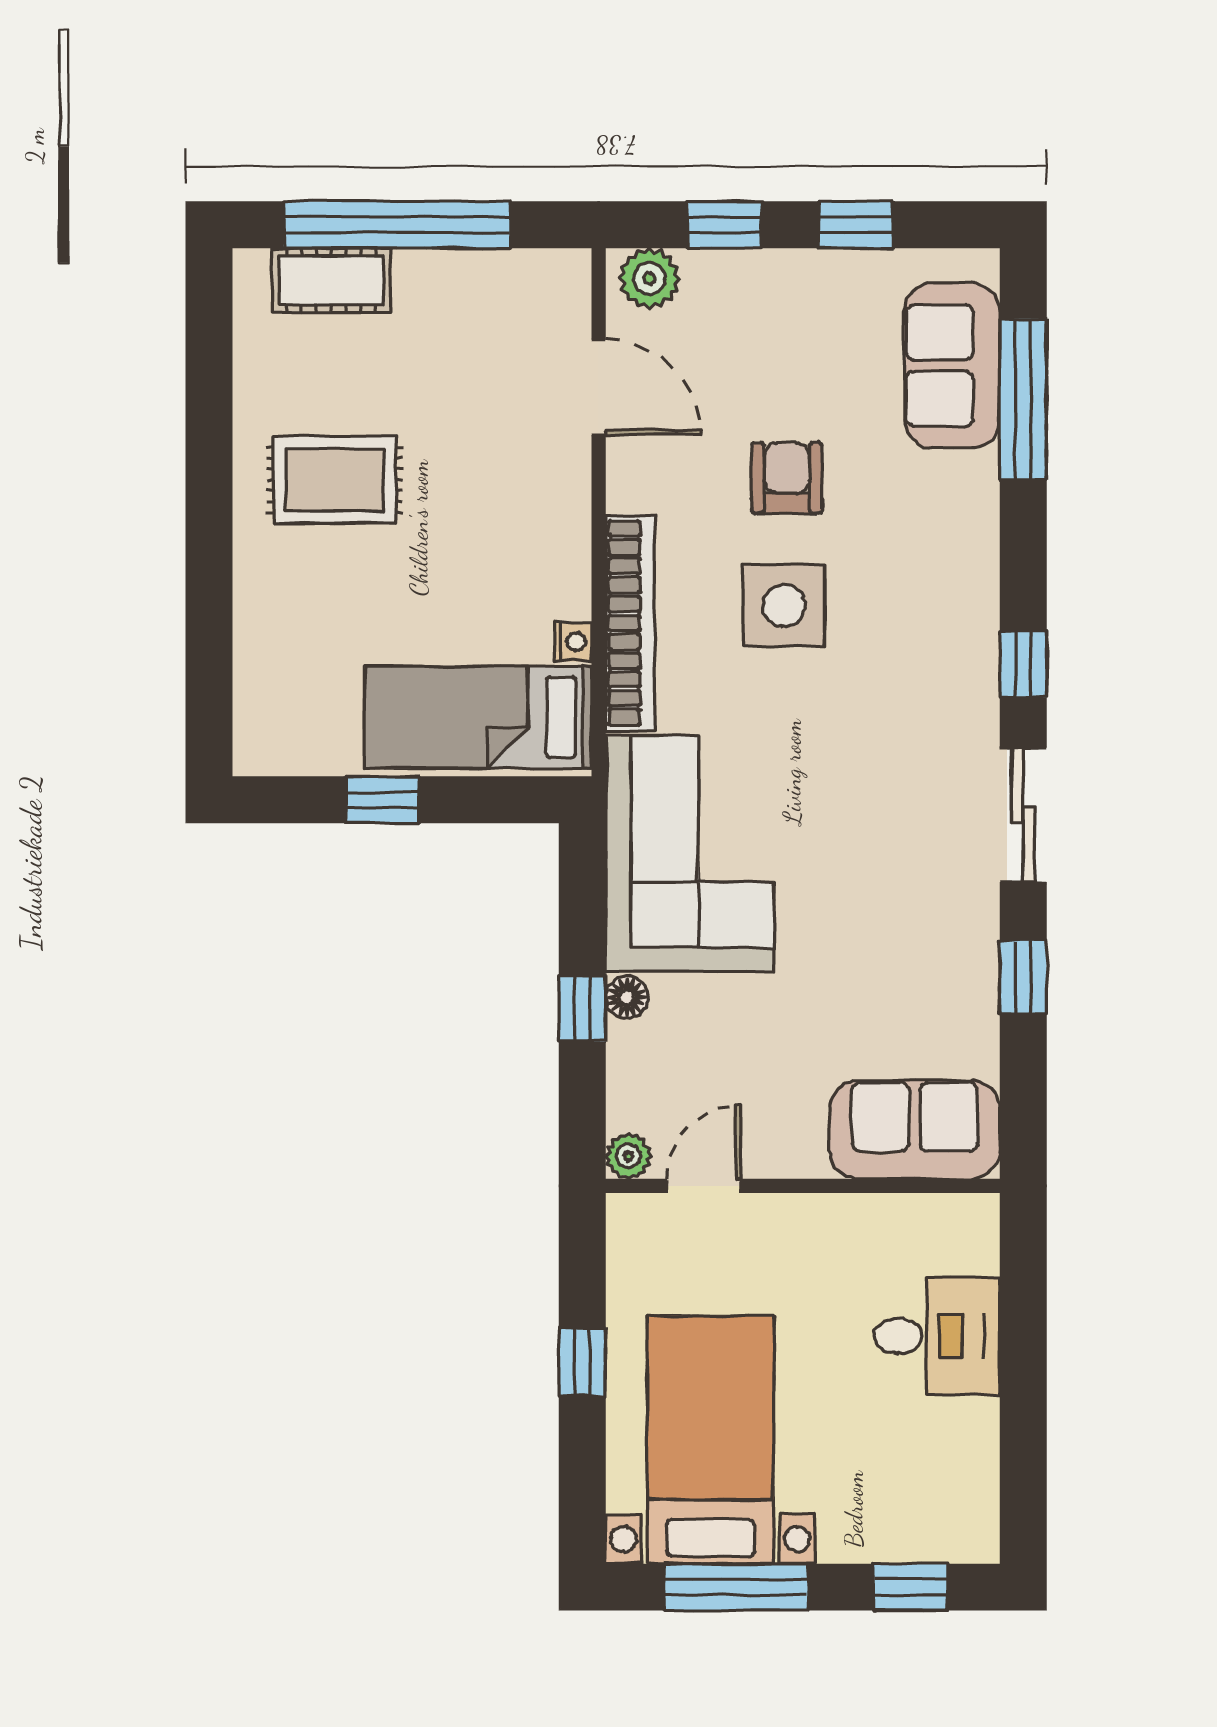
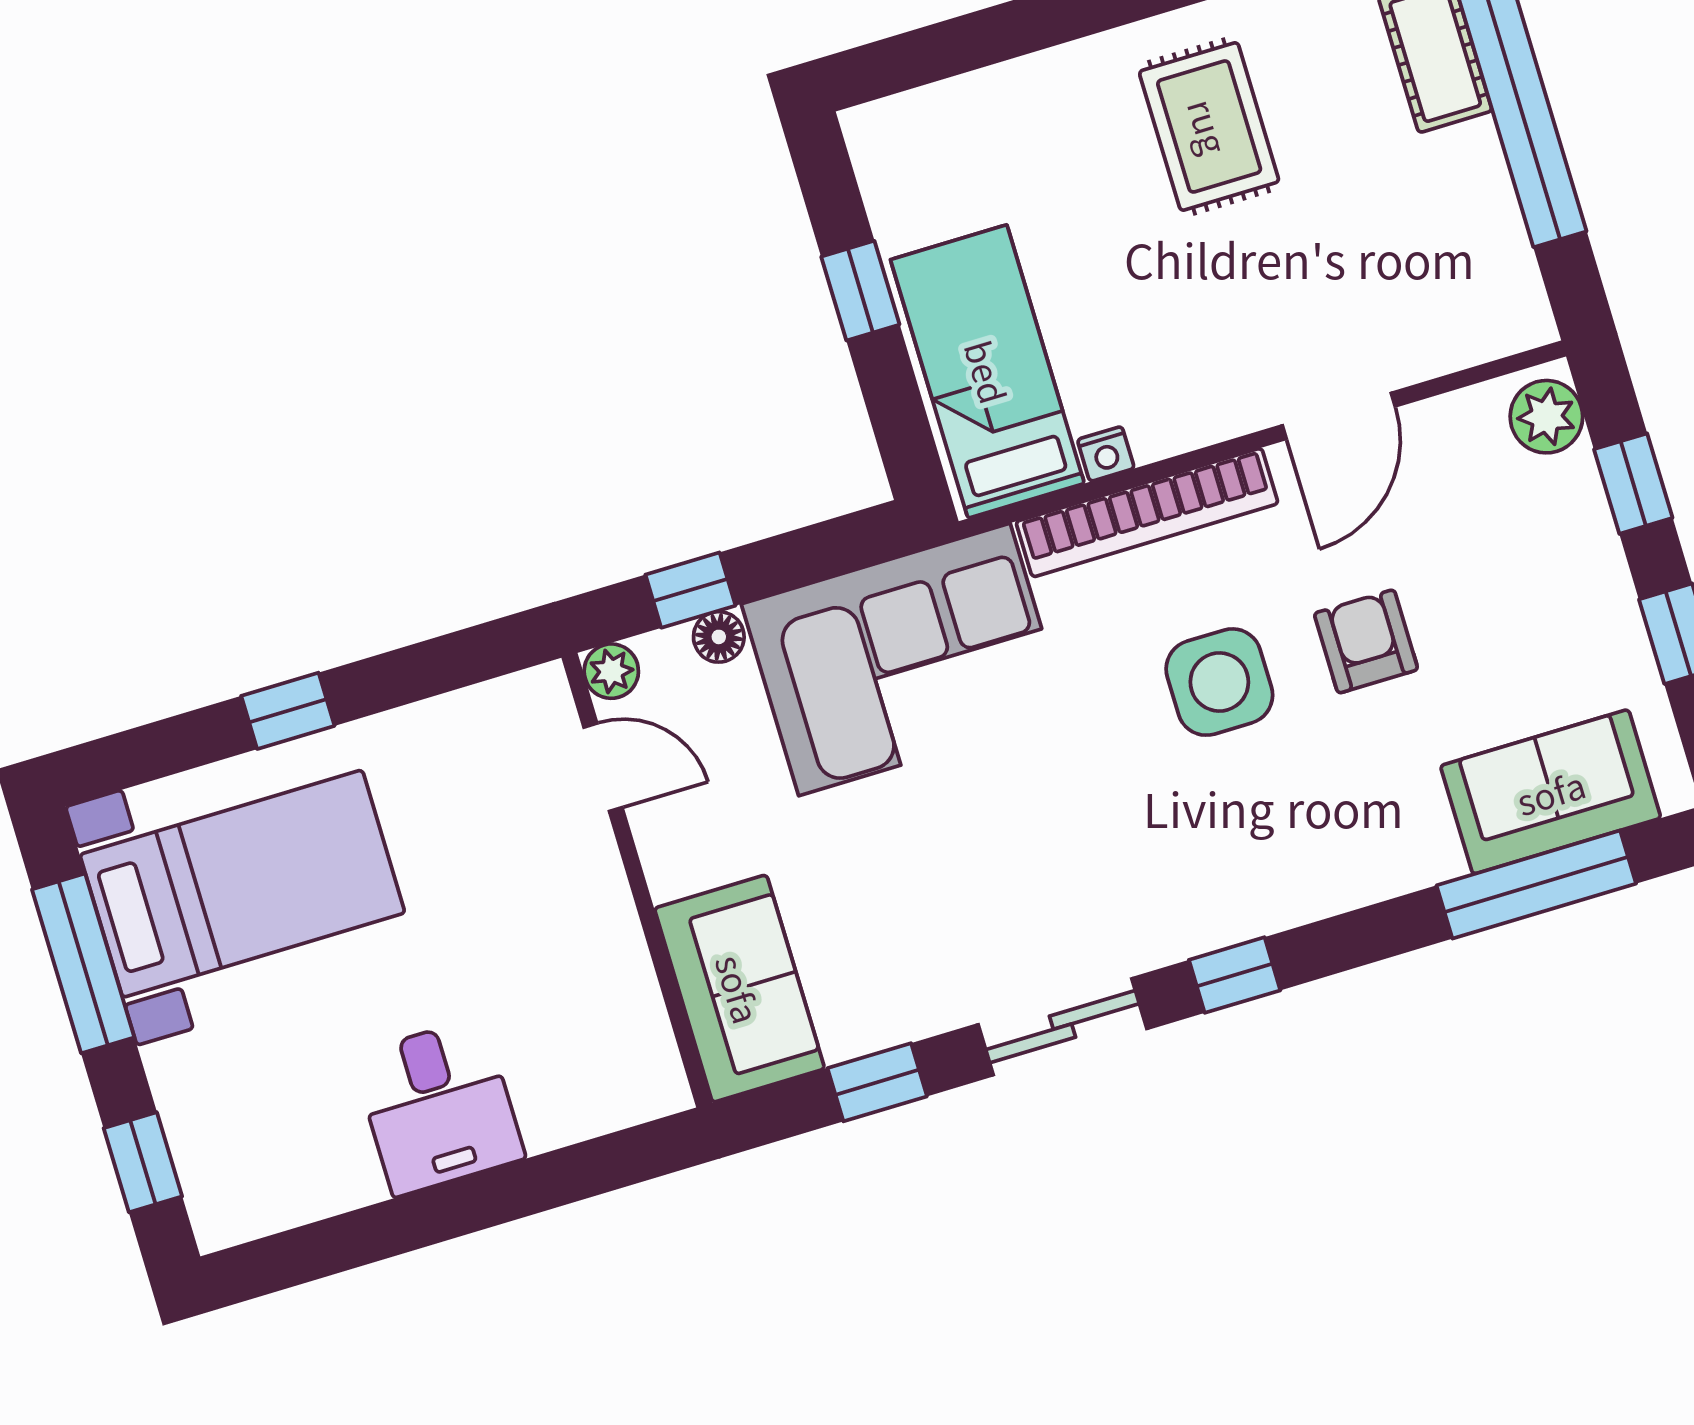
door: (599, 387) -> (1339, 416), moved
armchair: (787, 478) -> (1366, 641), turned -90
sofa: (915, 1130) -> (739, 989), moved
plant: (628, 1156) -> (611, 671), moved
door: (704, 1186) -> (603, 767), moved
wall: (803, 1186) -> (637, 880), moved

